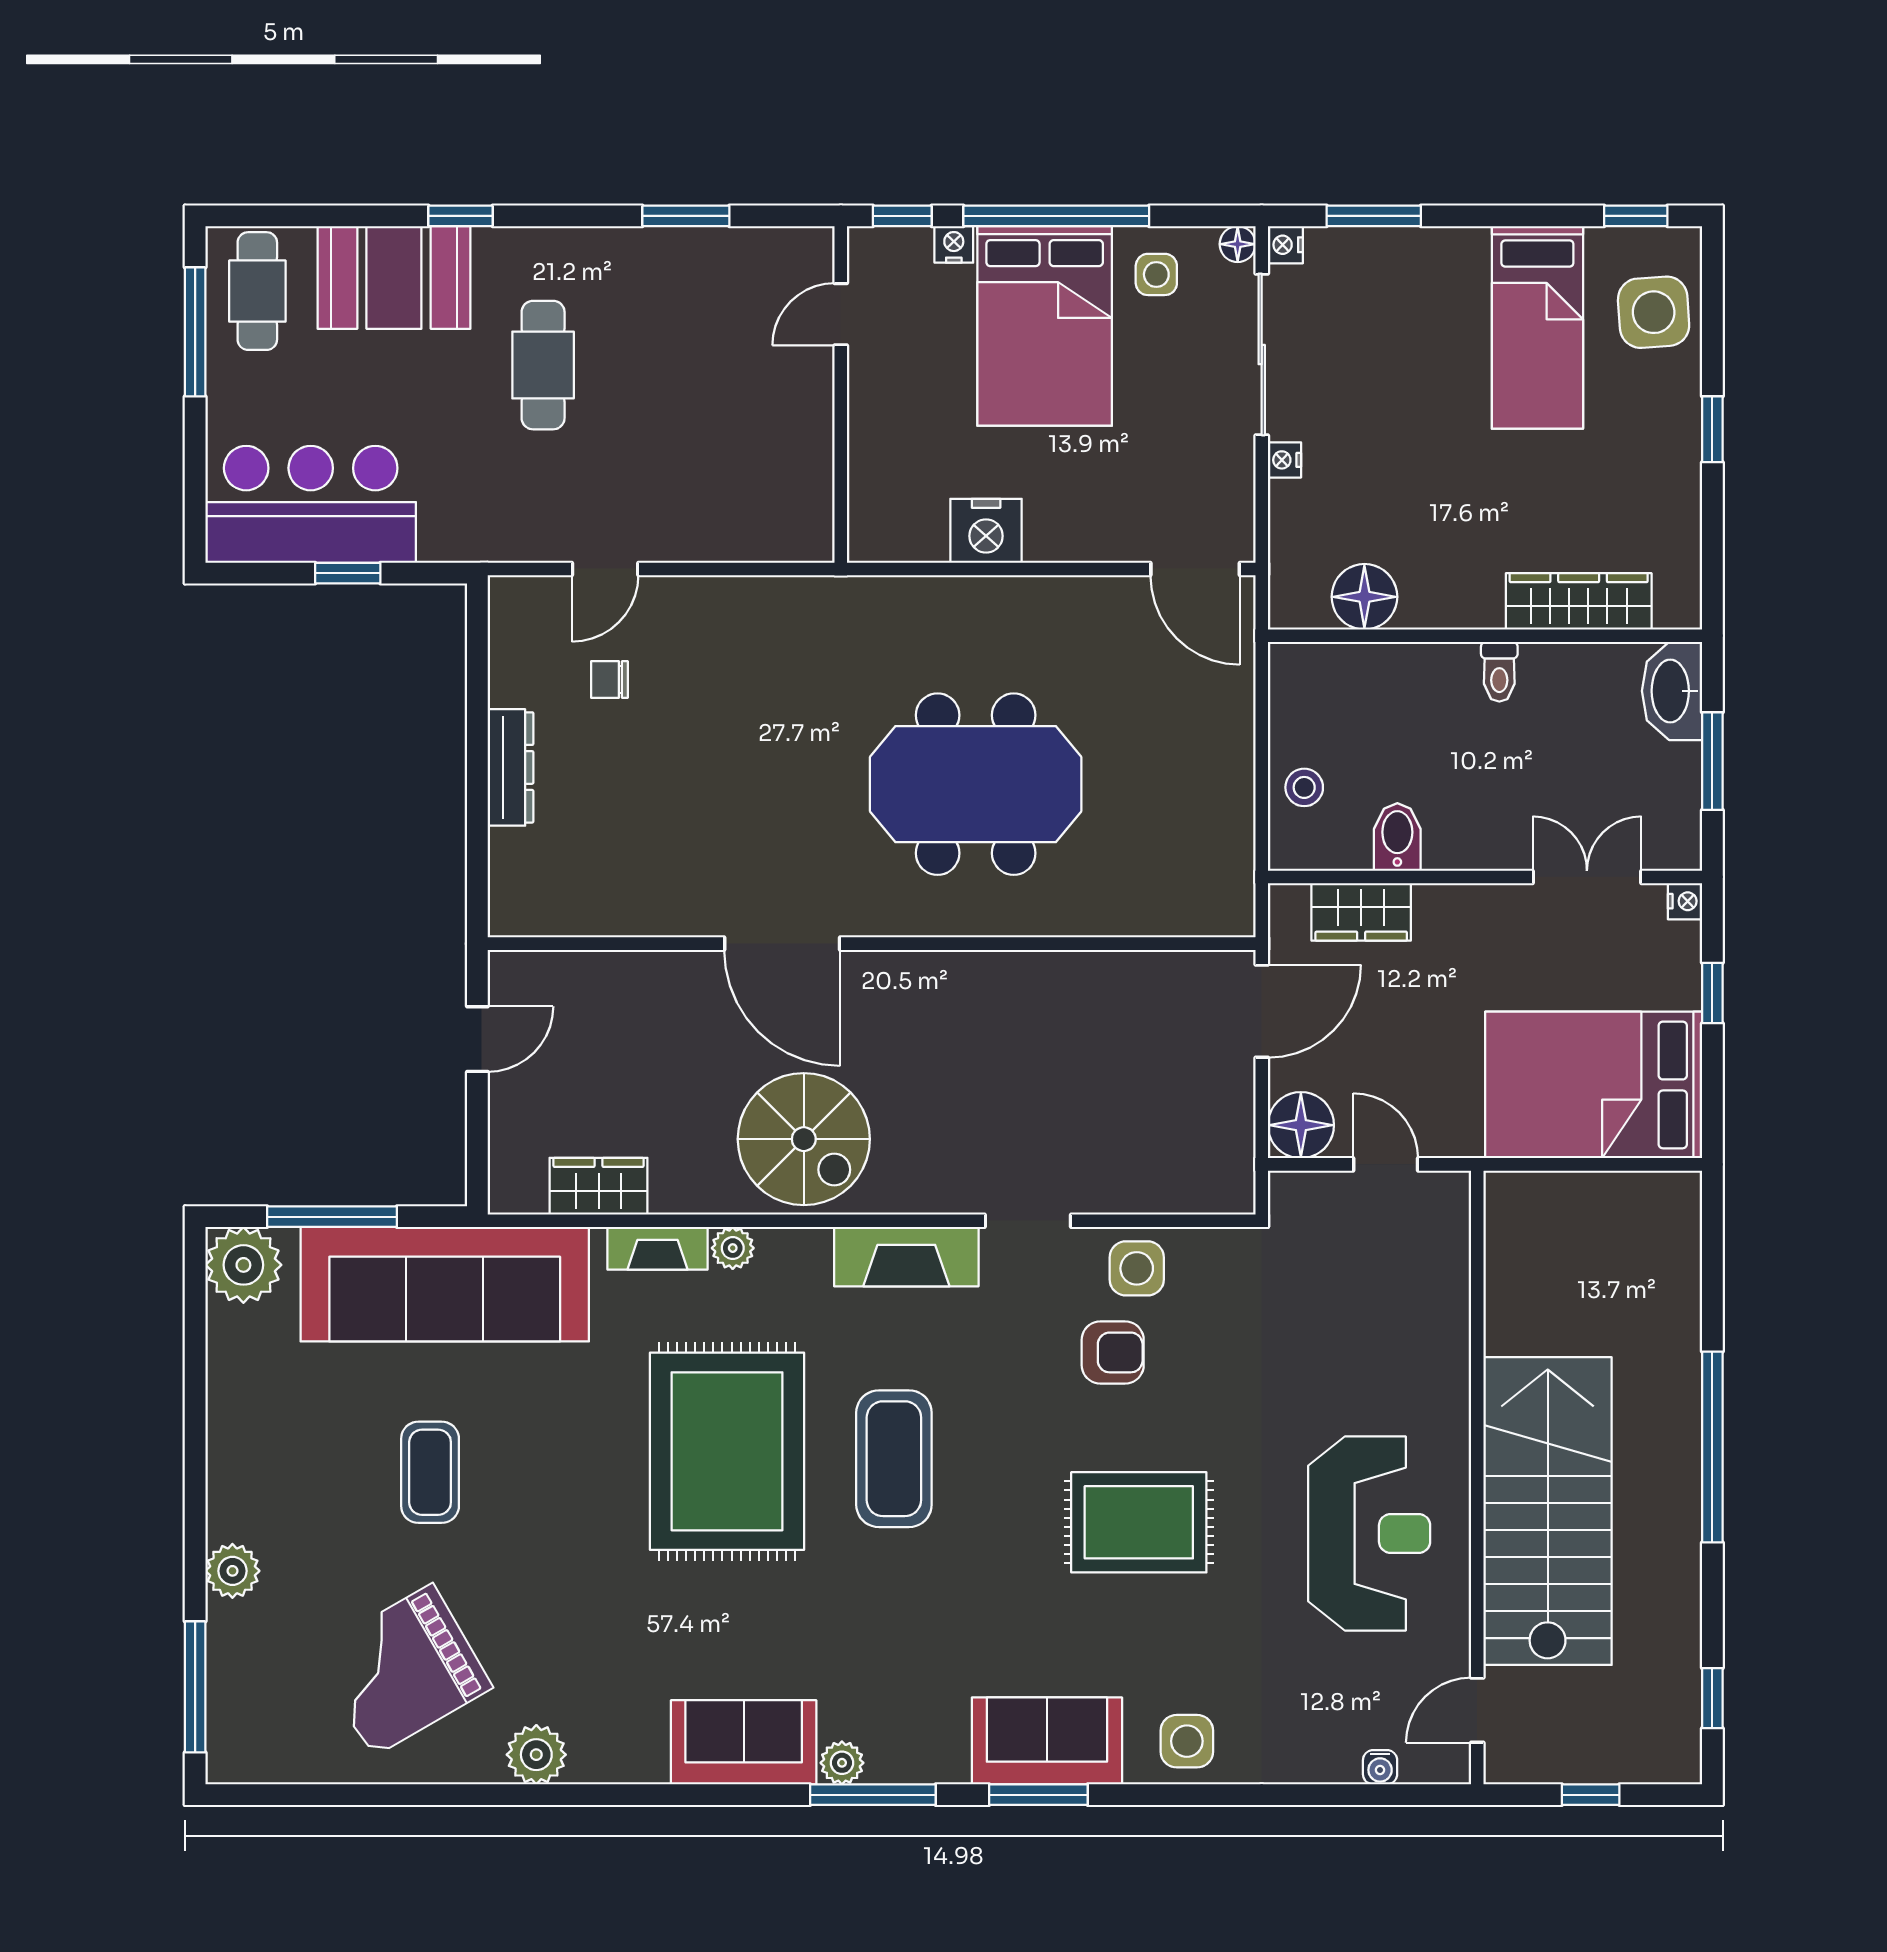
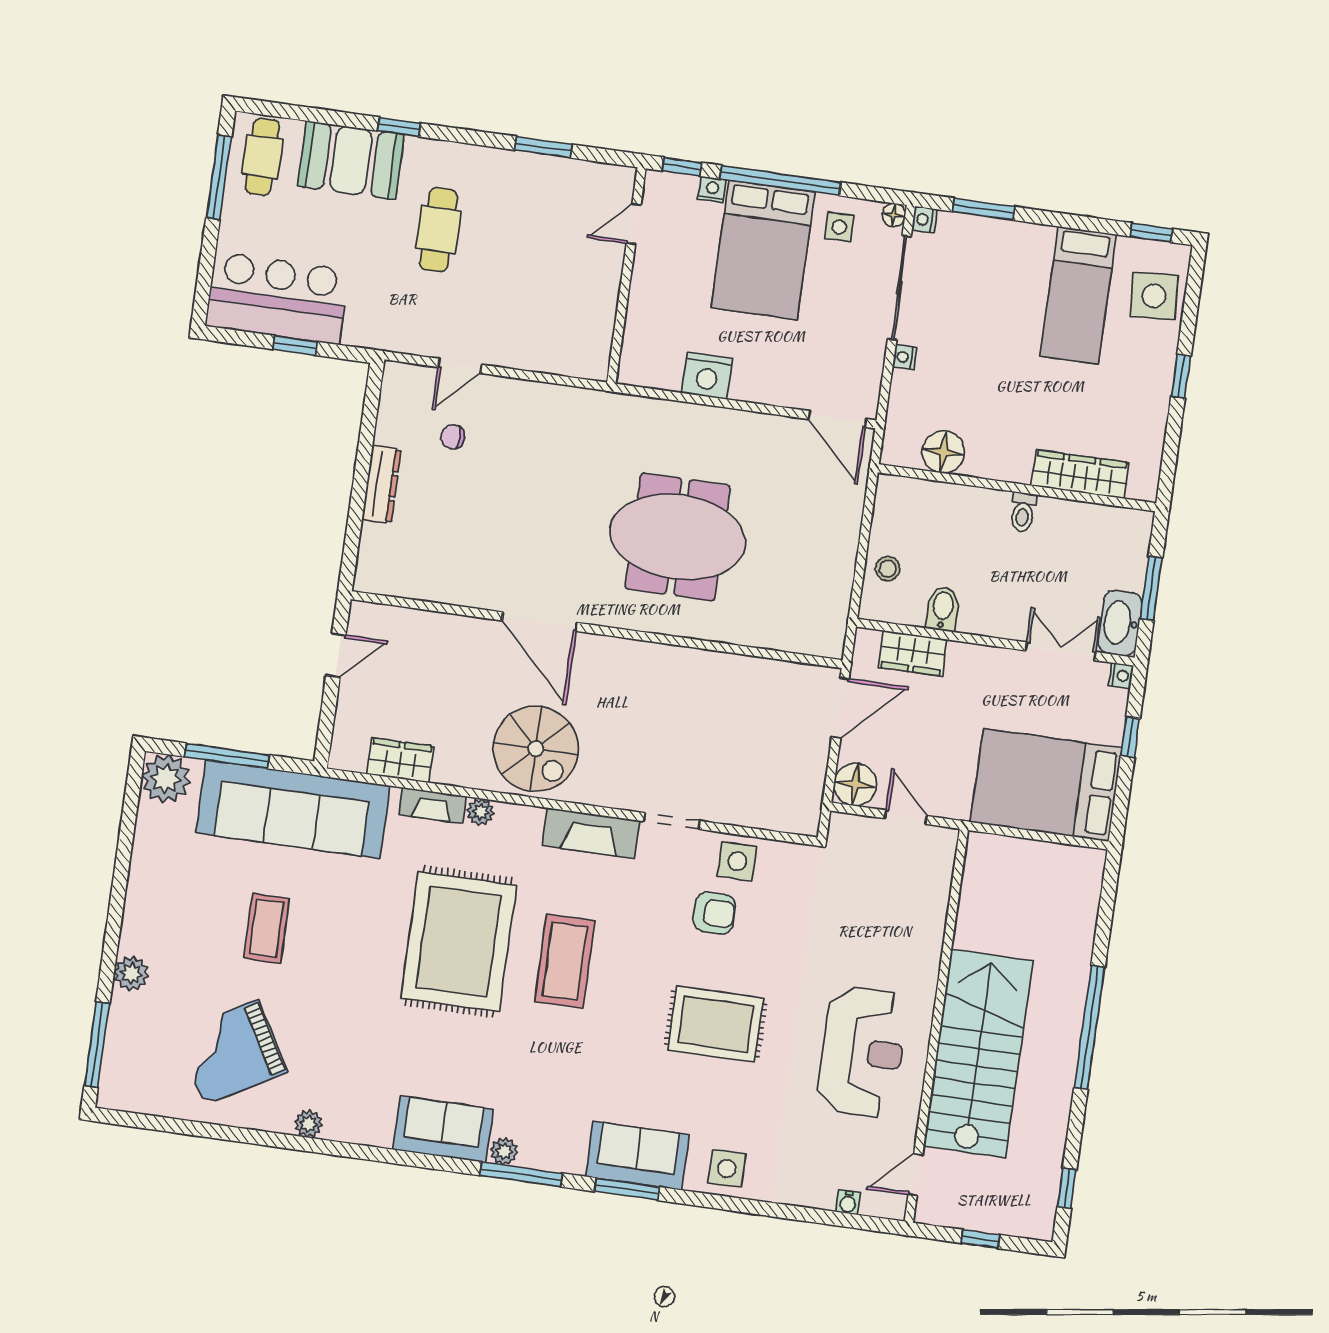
washbasin: (1672, 691) -> (1120, 623), moved
plant: (536, 1755) -> (308, 1124), width x0.73, depth x0.73

